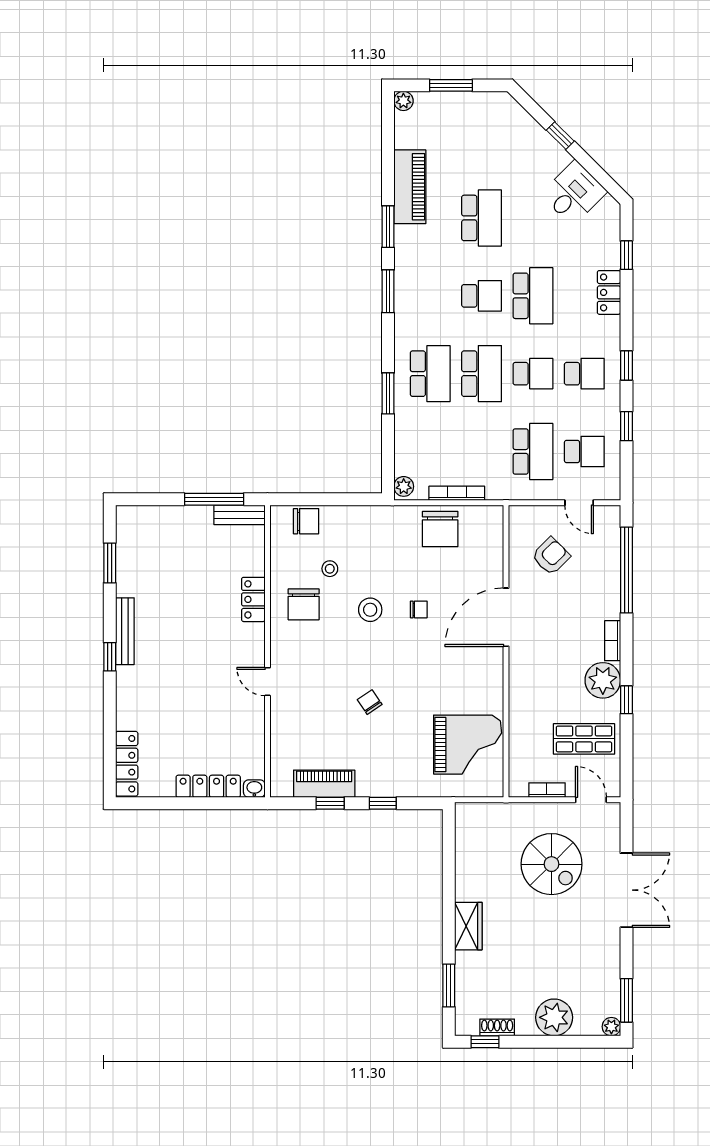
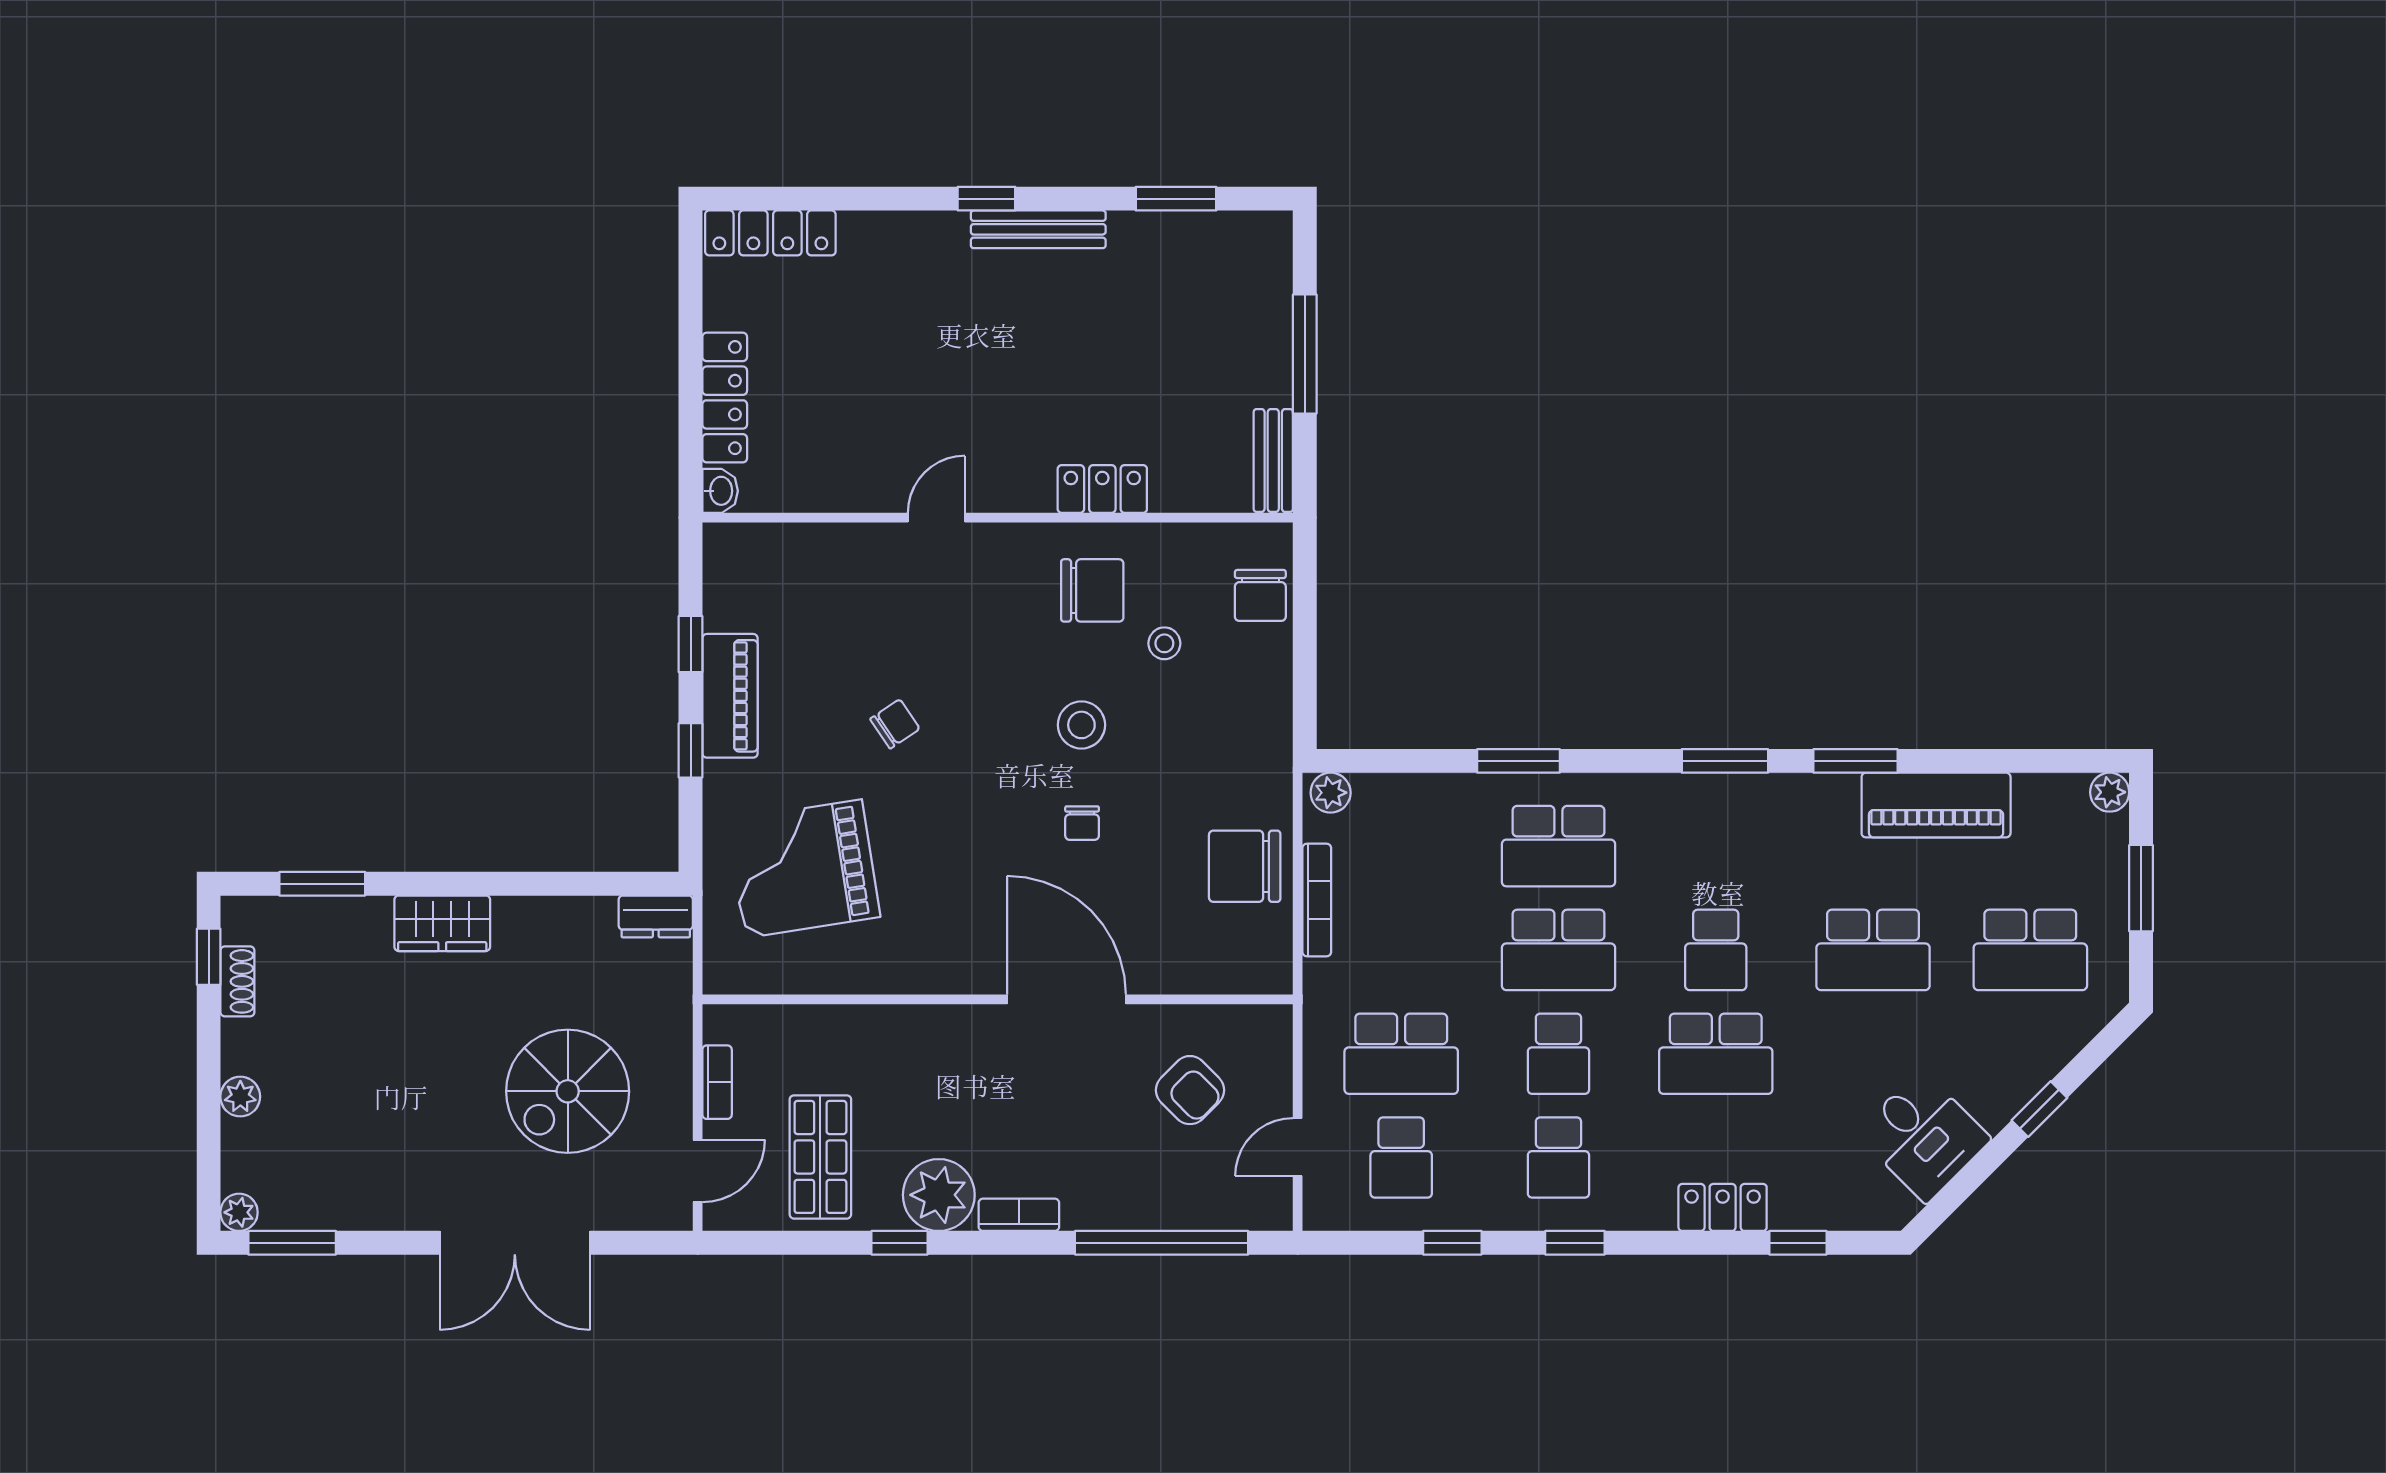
school desk: (482, 140) -> (2030, 950), added
window: (214, 499) -> (1305, 354), moved
chair: (304, 604) -> (1092, 590), turned 180
grand piano: (468, 745) -> (803, 869), moved, turned 81
piano: (324, 784) -> (730, 696), moved
dresser: (465, 820) -> (656, 916), added
plant: (554, 1017) -> (240, 1097), width x0.53, depth x0.53

